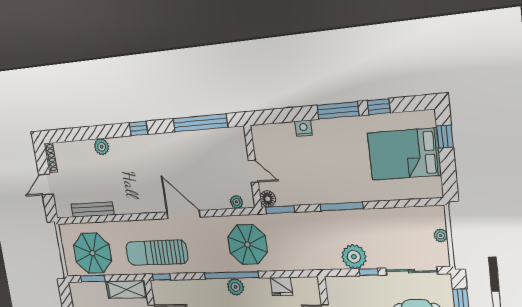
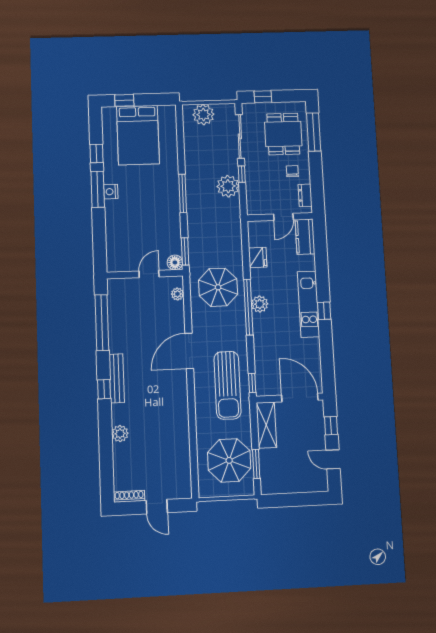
nightstand: (303, 128) -> (111, 192), moved
bench: (93, 209) -> (117, 378), moved
plant: (441, 235) -> (203, 115), width x1.88, depth x1.88

